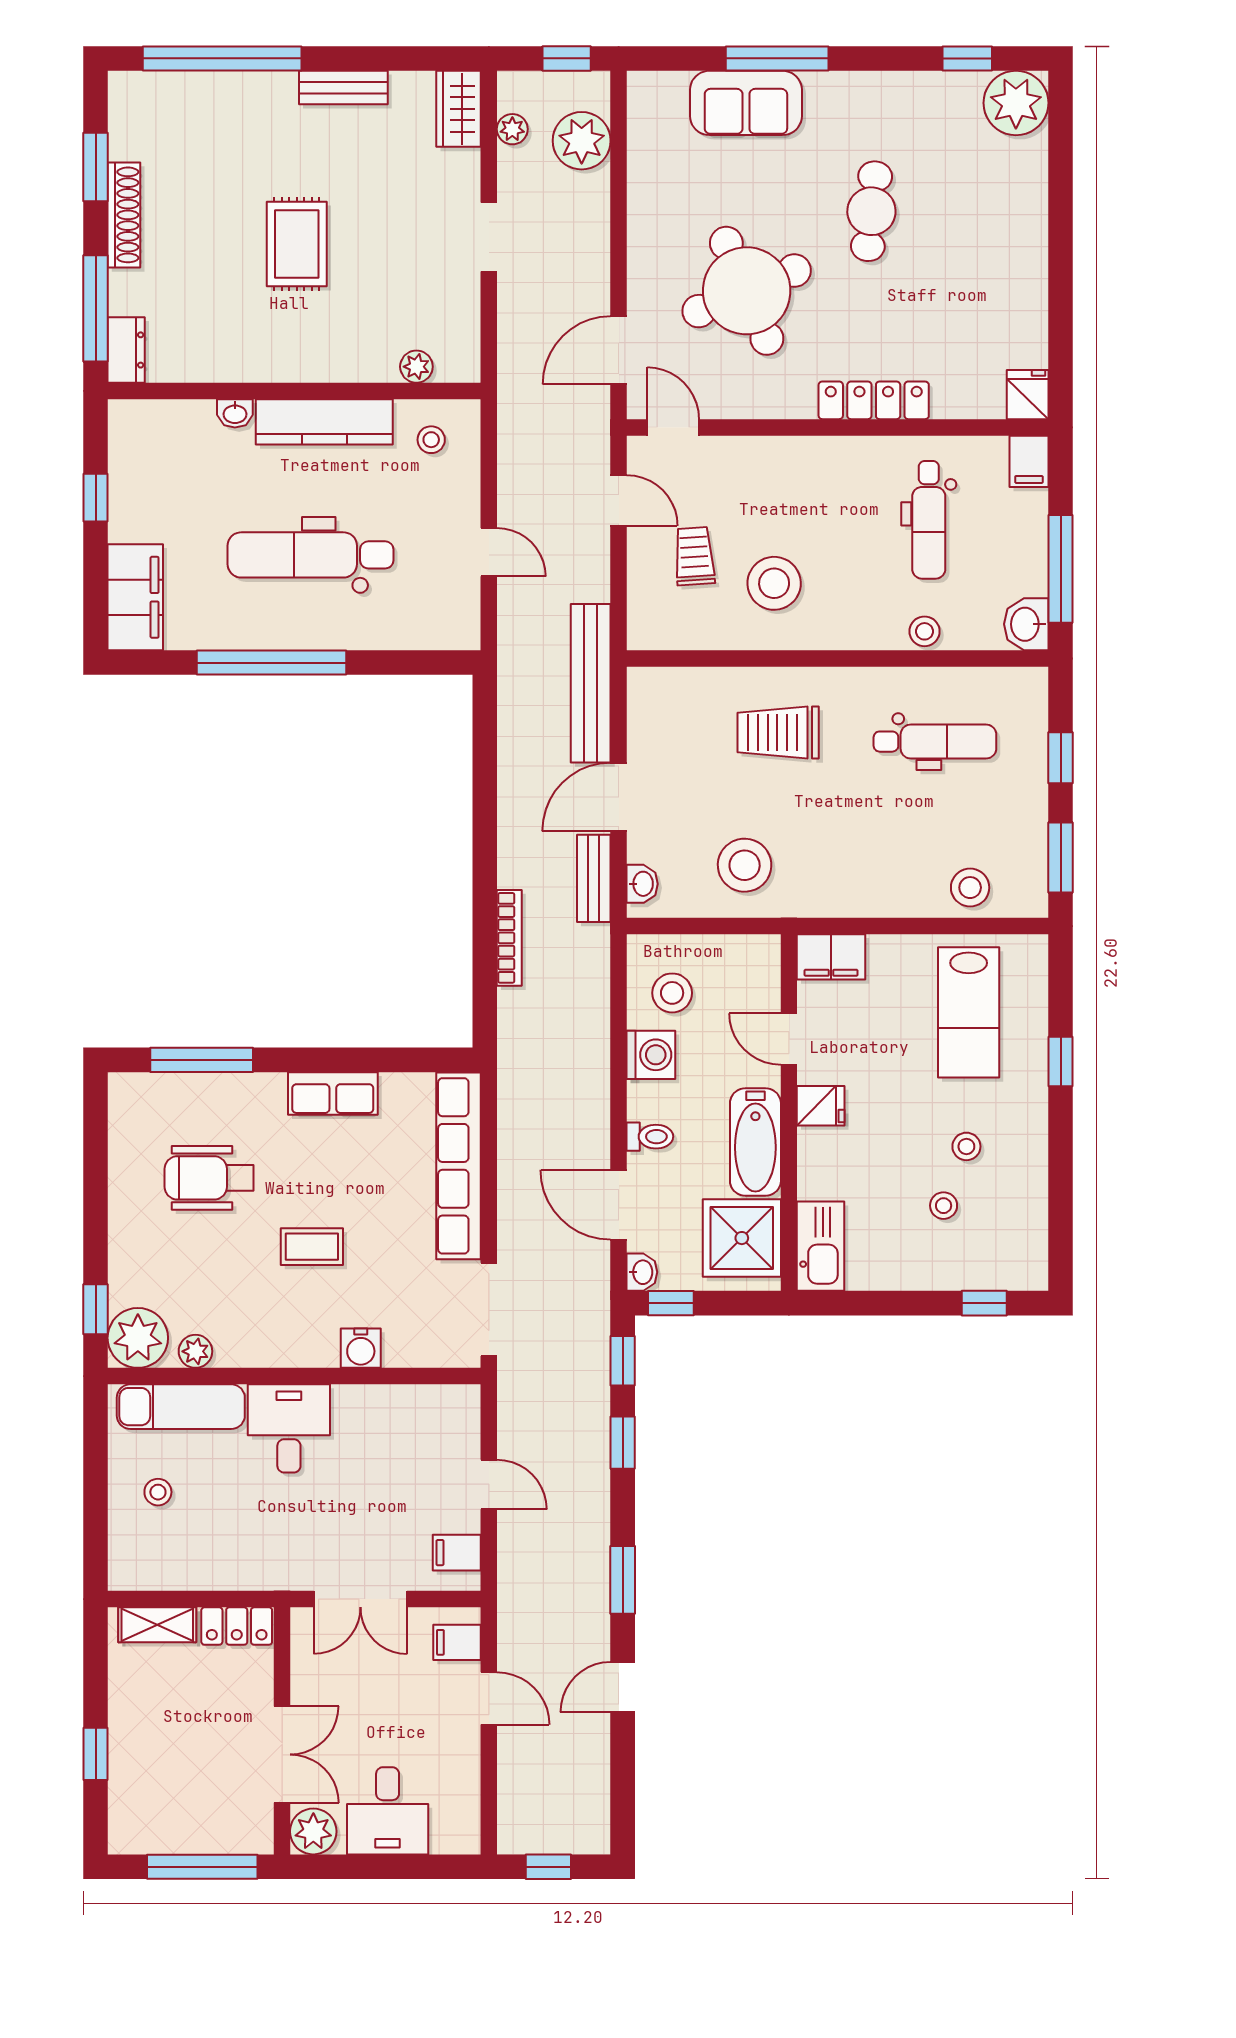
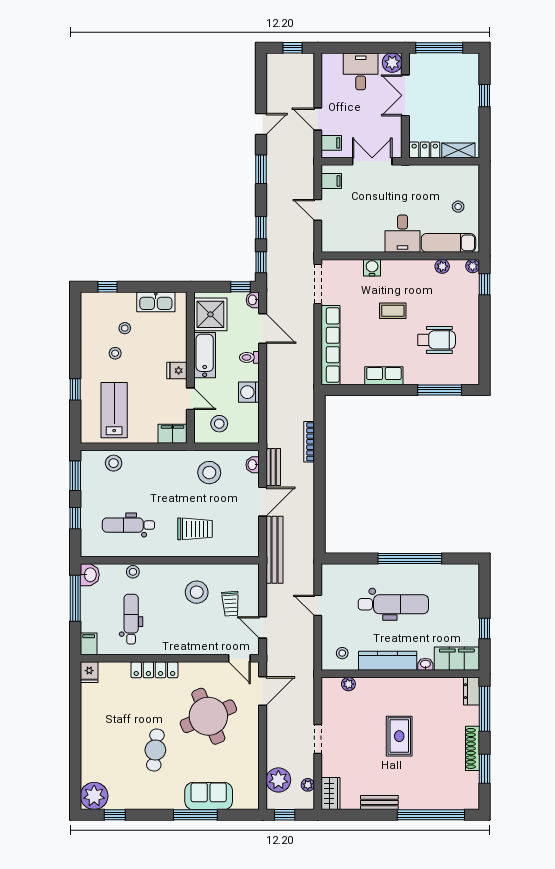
filing cabinet: (135, 597) -> (457, 659), moved, turned 90
stool: (672, 993) -> (219, 424), moved
kitchen sink: (821, 1246) -> (156, 302), moved, turned -90
plant: (138, 1338) -> (473, 266), width x0.53, depth x0.53

